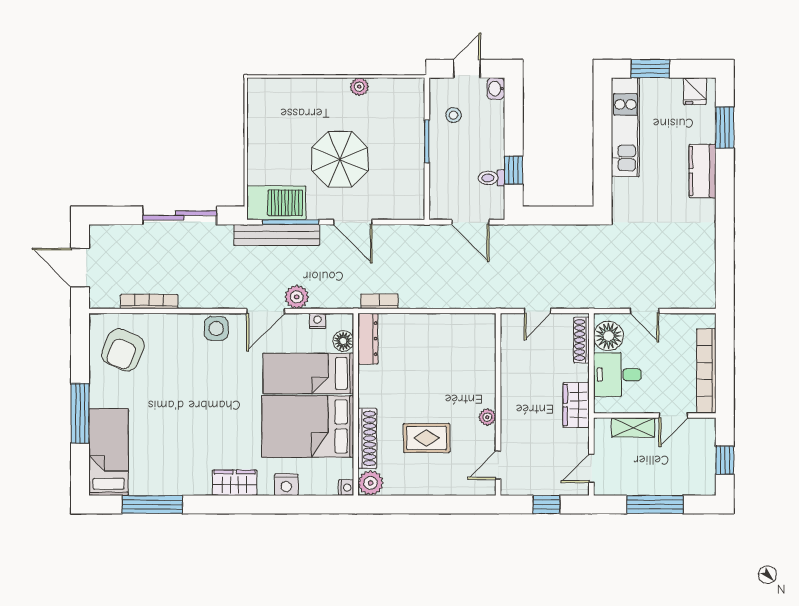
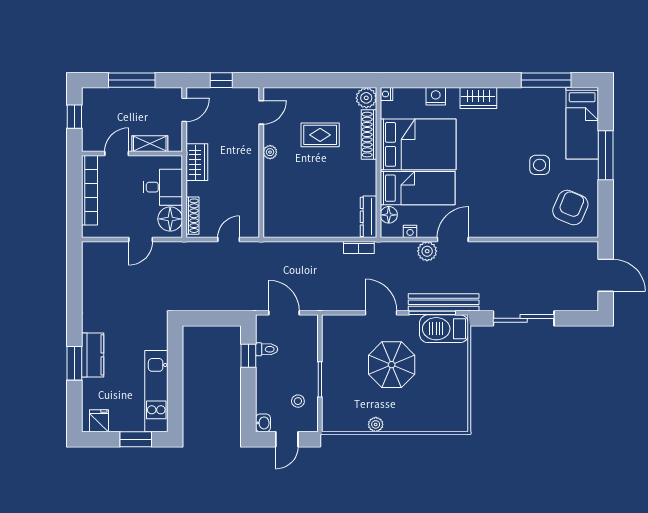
window: (725, 127) -> (74, 363), moved
bookcase: (149, 301) -> (549, 247), removed
door: (644, 311) -> (141, 240), swing flipped
side table: (216, 329) -> (540, 165), moved

